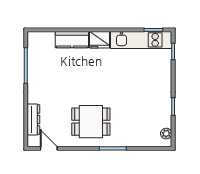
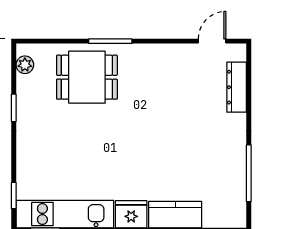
dining table: (91, 122) -> (87, 77), moved
door: (49, 148) -> (212, 41), swing flipped

